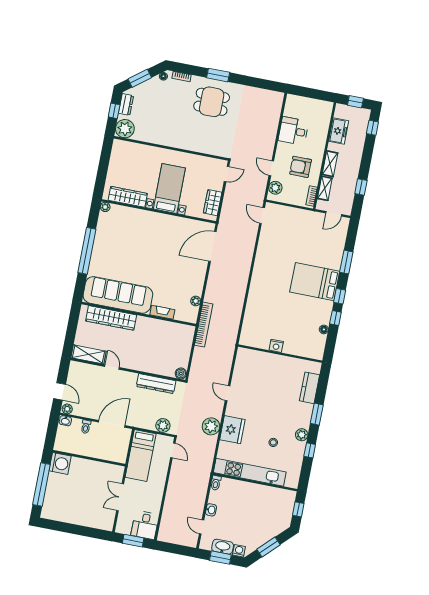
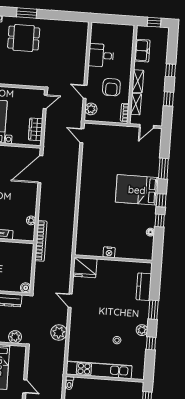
window: (372, 128) -> (170, 70), moved
armchair: (301, 167) -> (111, 87), turned -90
fridge: (232, 430) -> (85, 268), moved, turned 90
door: (173, 450) -> (25, 386), moved

